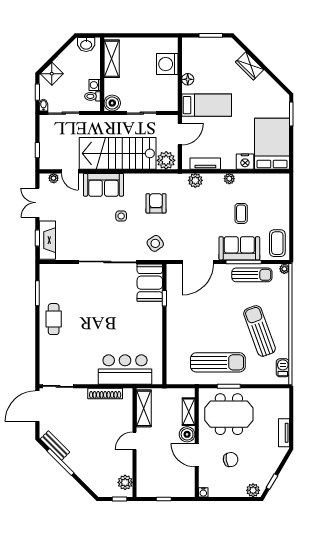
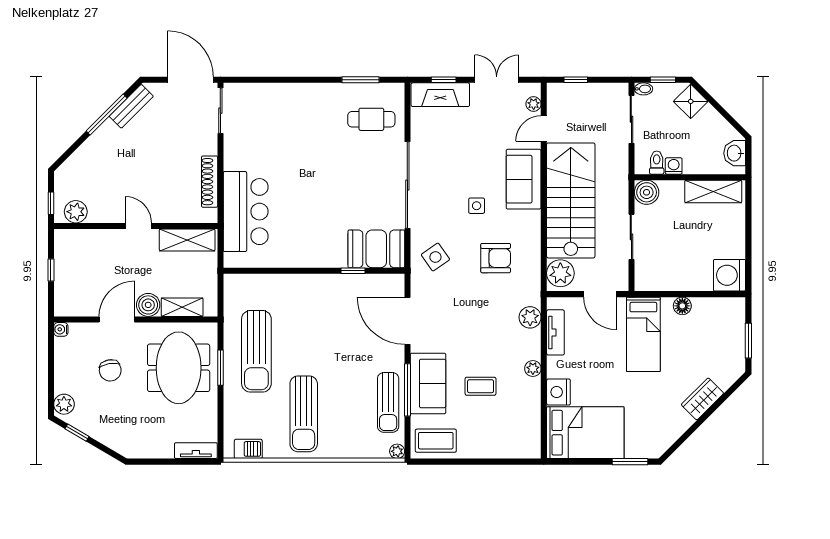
washing machine: (167, 64) -> (729, 275), moved, turned -90
cafe table: (54, 319) -> (371, 119), moved
sun lounger: (259, 331) -> (304, 414), turned 110
tv unit: (284, 433) -> (196, 451), moved

